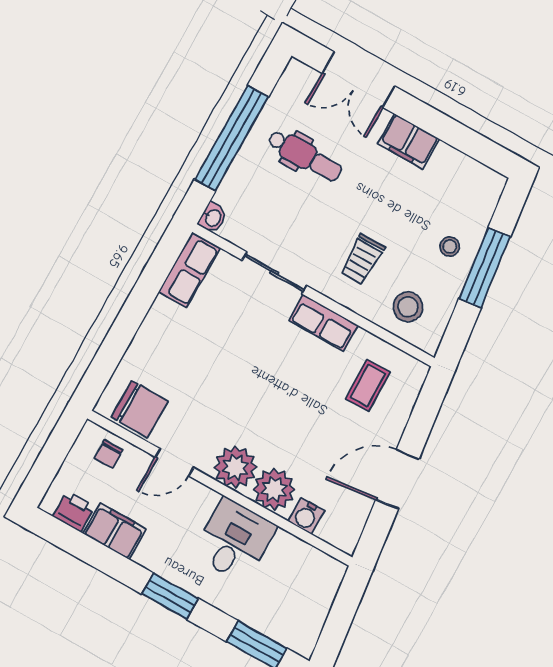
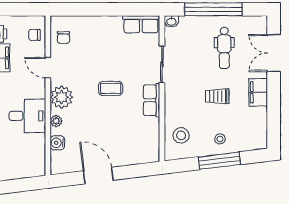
trolley: (362, 259) -> (217, 96), moved
coffee table: (368, 386) -> (111, 88), moved
chair: (140, 409) -> (63, 38), width x0.54, depth x0.54
plant: (274, 489) -> (56, 121), width x0.53, depth x0.53

